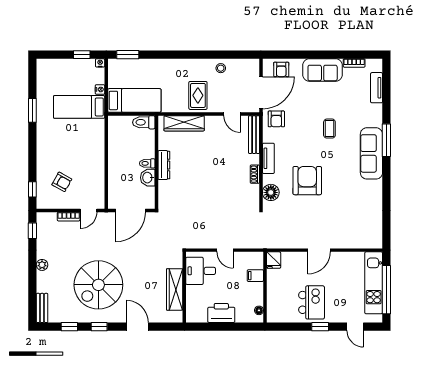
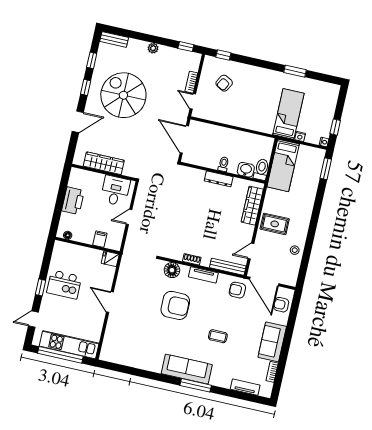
washbasin: (148, 178) -> (246, 170), moved

